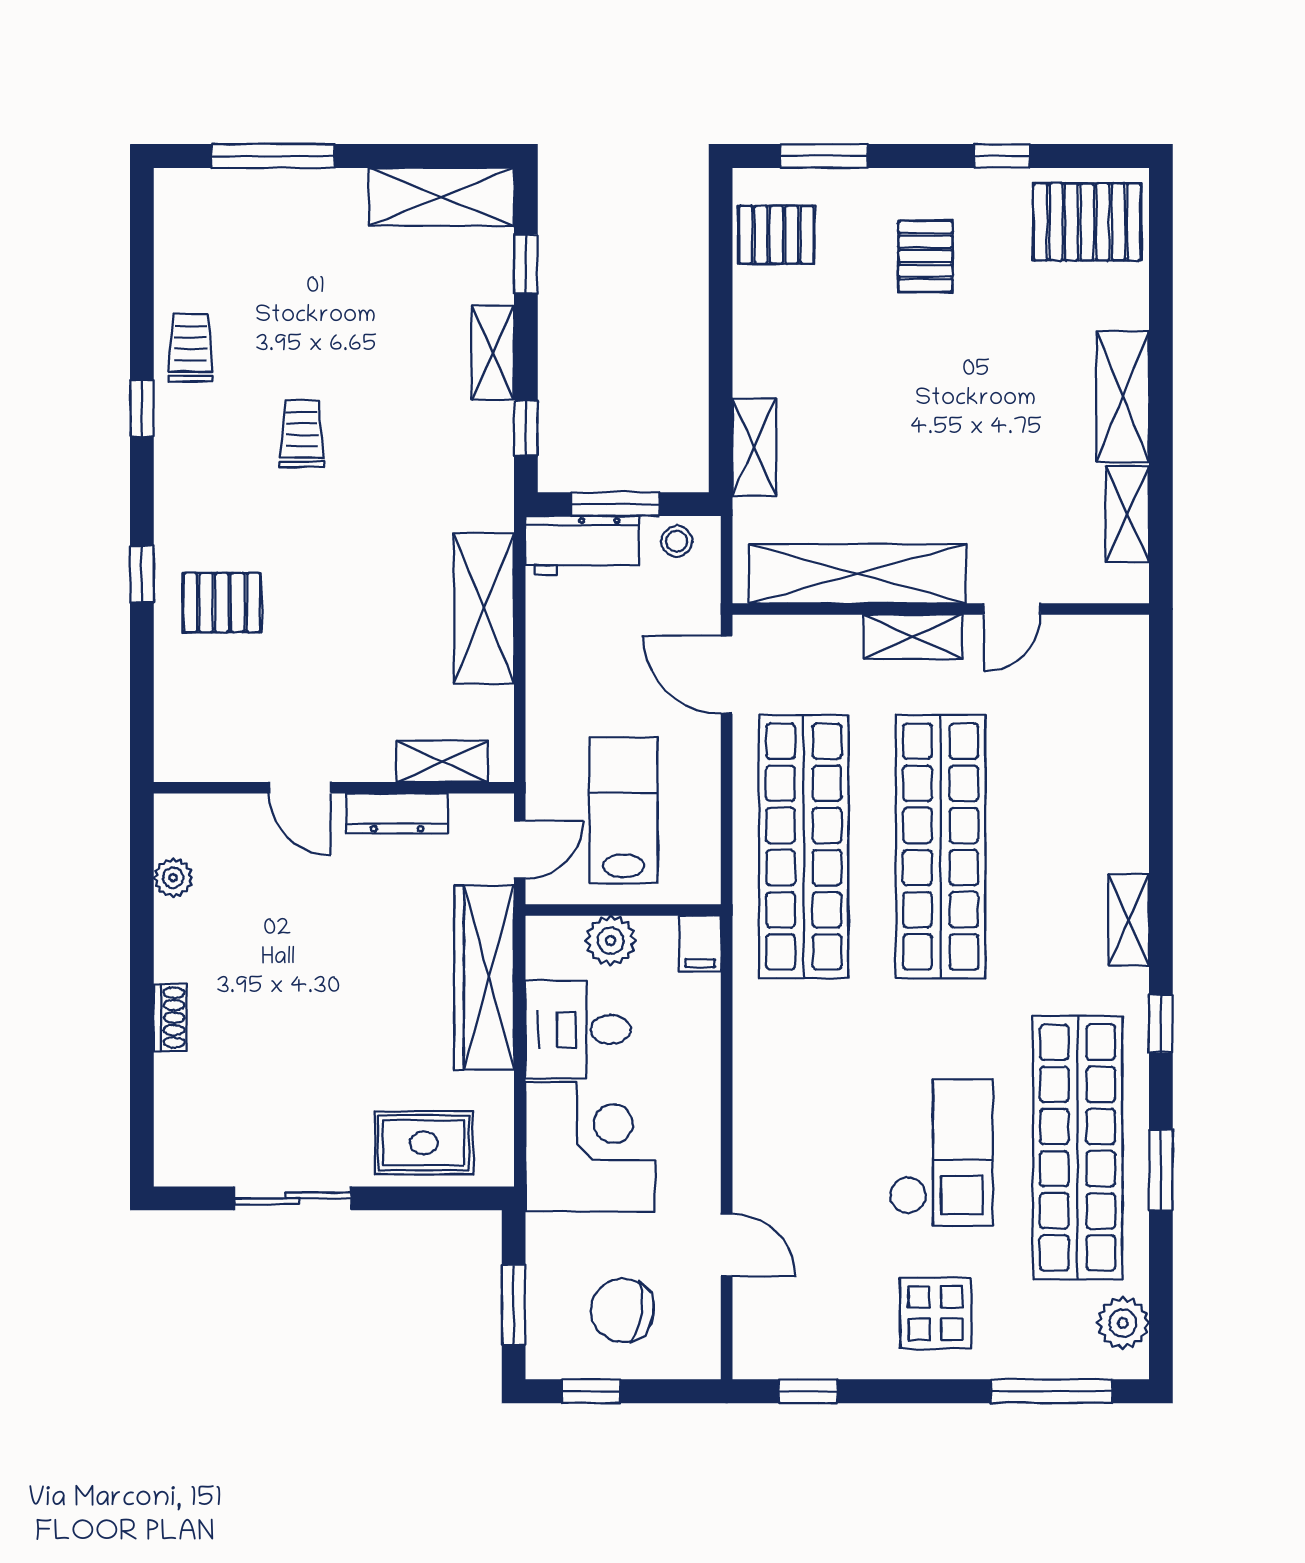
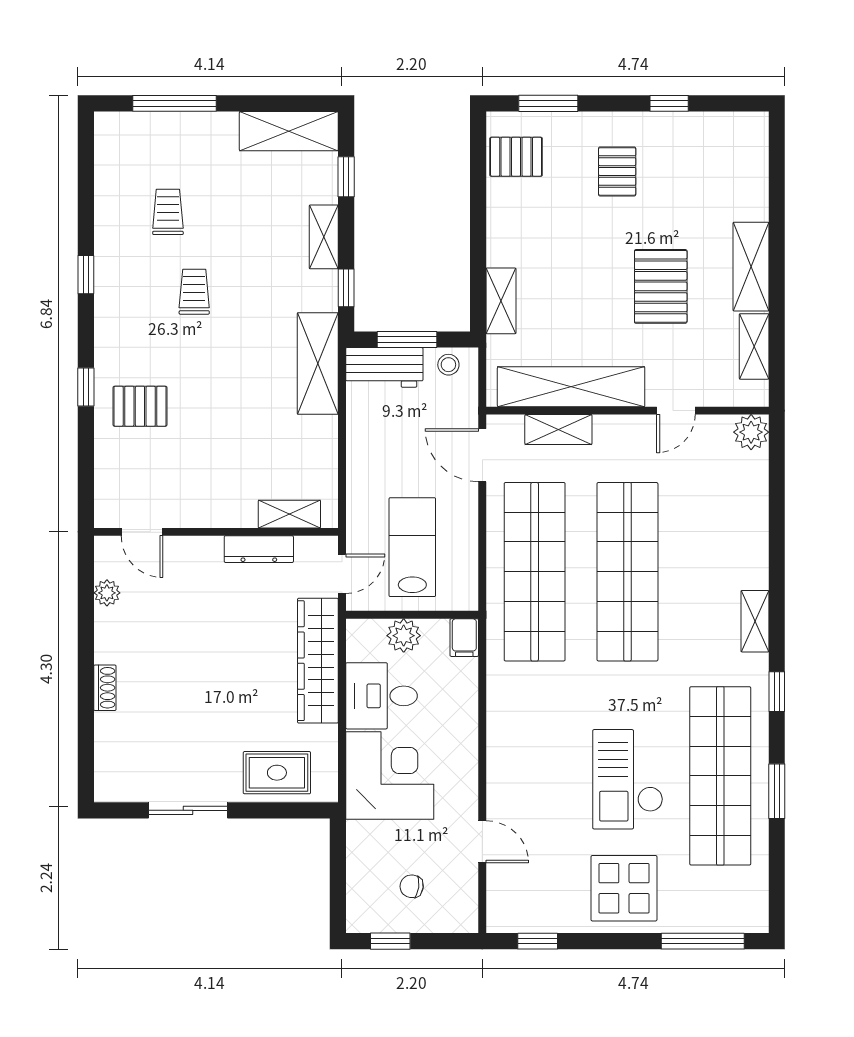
pallet: (1087, 222) -> (661, 286), moved, turned 90
trolley: (190, 348) -> (168, 212), moved
shelving: (484, 608) -> (318, 364), moved
shelving: (913, 637) -> (558, 430), moved
door: (300, 788) -> (142, 532), moved
checkout: (941, 1153) -> (628, 779), turned 180
window: (514, 1305) -> (338, 883), removed
chair: (622, 1310) -> (412, 886), width x0.54, depth x0.54
display table: (936, 1313) -> (624, 888), width x1.36, depth x1.36
plant: (1123, 1323) -> (751, 432), moved

